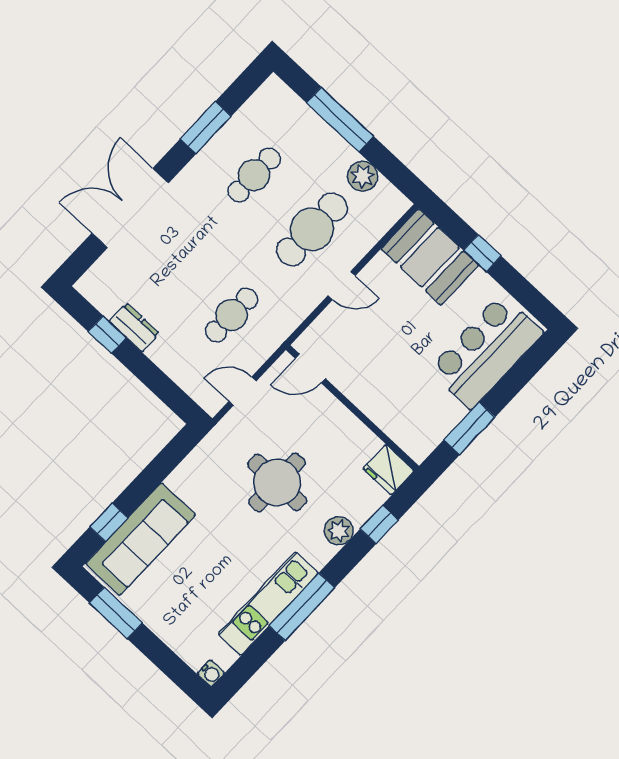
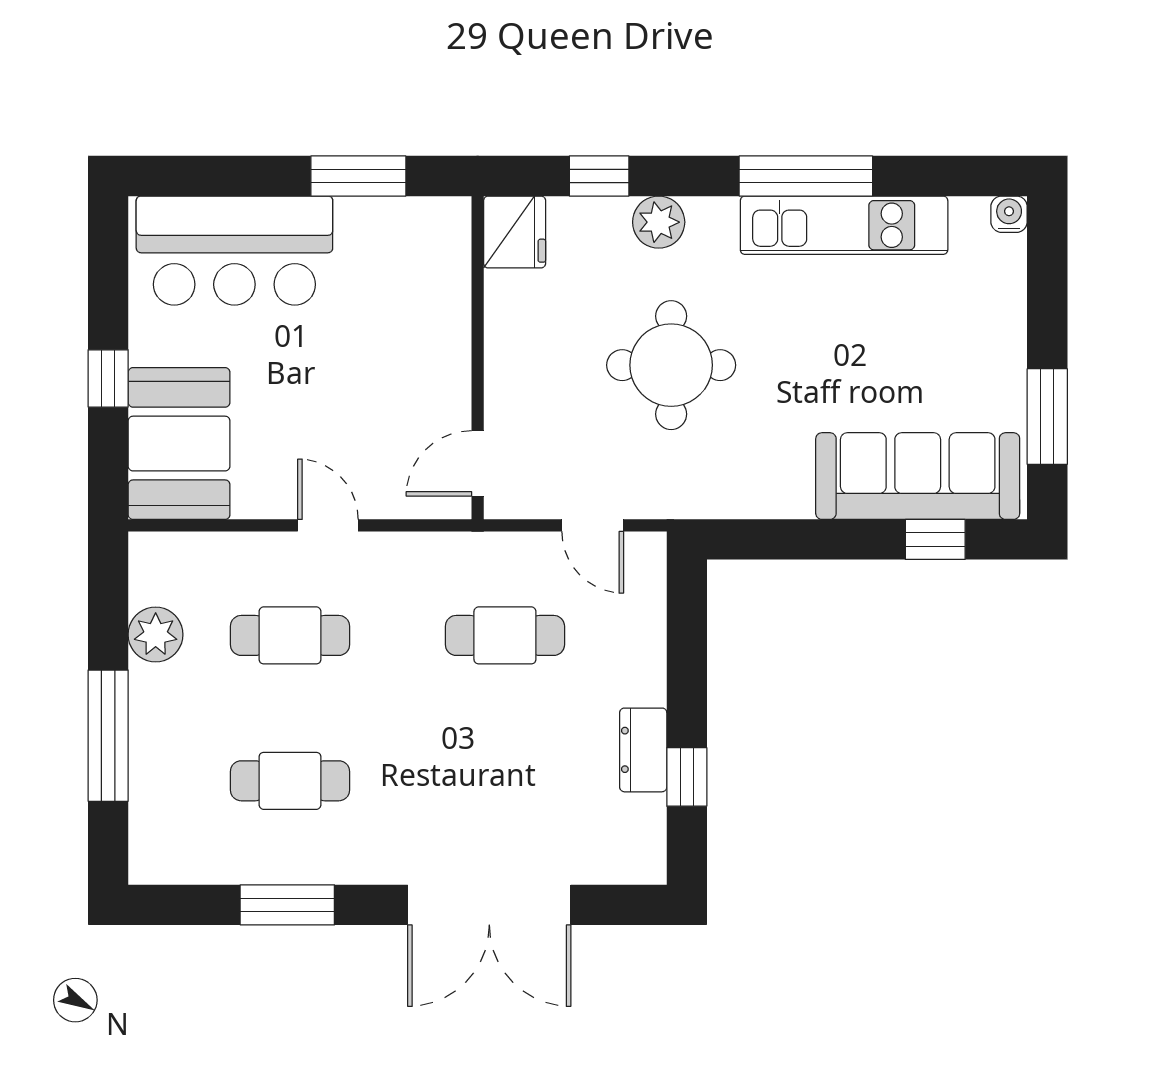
cafe table: (312, 229) -> (290, 635), width x0.73, depth x0.74
door: (310, 368) -> (478, 463), swing flipped

